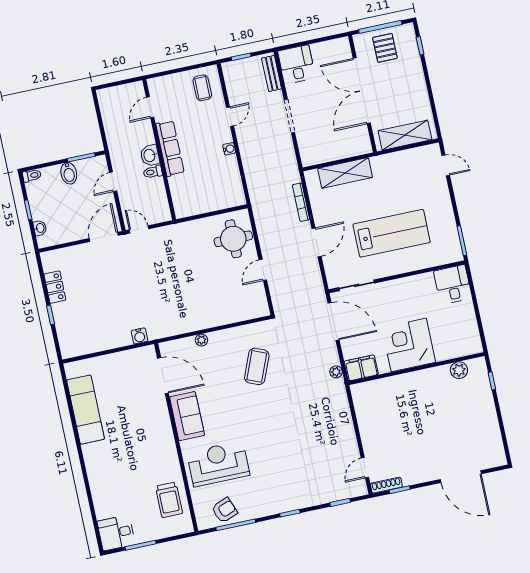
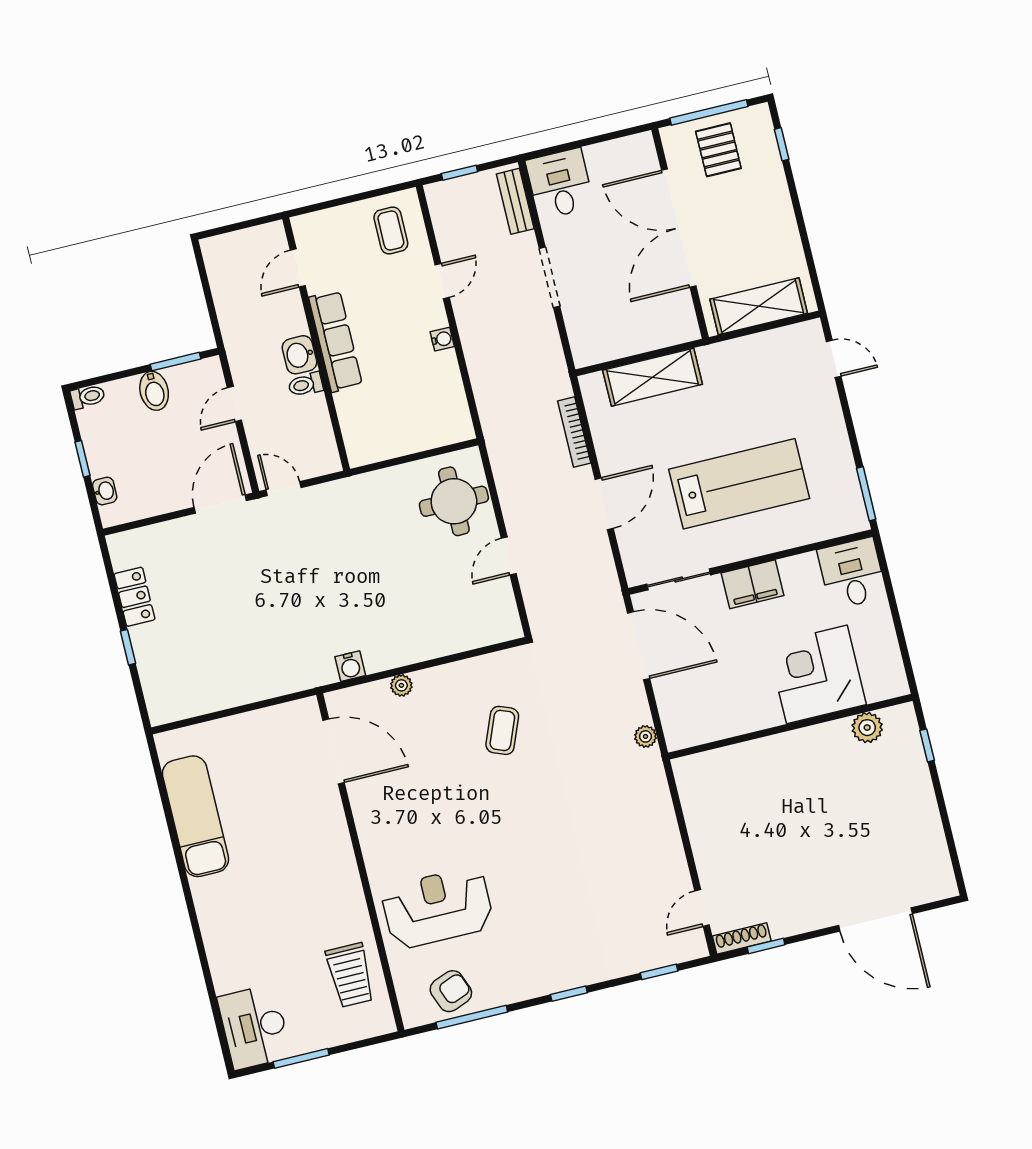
water cooler: (139, 336) -> (350, 666), moved
corner desk: (409, 345) -> (817, 674), moved
coffee table: (257, 366) -> (502, 730), width x0.73, depth x0.77
filing cabinet: (361, 368) -> (753, 584), moved, turned 180
sofa: (187, 416) -> (379, 823), removed
desk: (116, 533) -> (254, 1027), width x1.37

